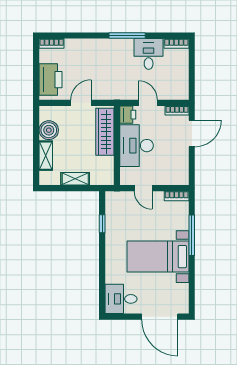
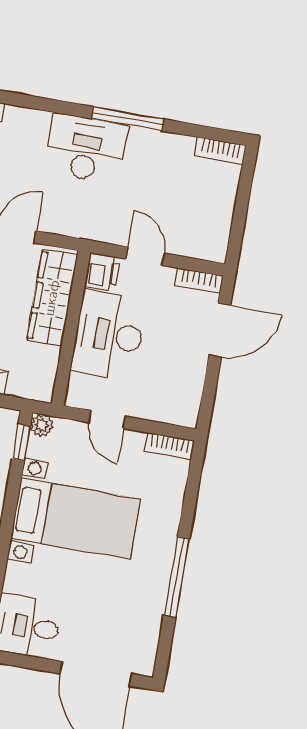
desk: (149, 54) -> (86, 148), moved, width x1.37
plant: (111, 197) -> (42, 425), added
window: (102, 224) -> (21, 442), moved
window: (192, 235) -> (177, 577), moved
bed with nightstands: (158, 257) -> (75, 519), moved, turned 180

